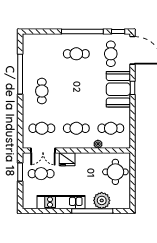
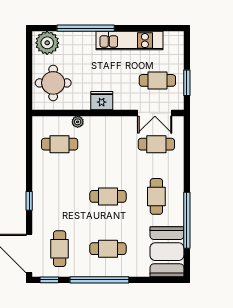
booth: (118, 89) -> (167, 252), moved
cafe table: (76, 128) -> (108, 196), moved
double door: (43, 150) -> (155, 113), swing flipped
fridge: (67, 159) -> (102, 101), moved
plant: (102, 200) -> (47, 43), moved

